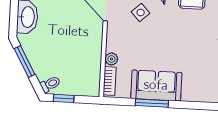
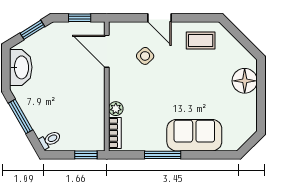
sofa: (156, 85) -> (194, 135), moved
window: (64, 98) -> (86, 155), moved

